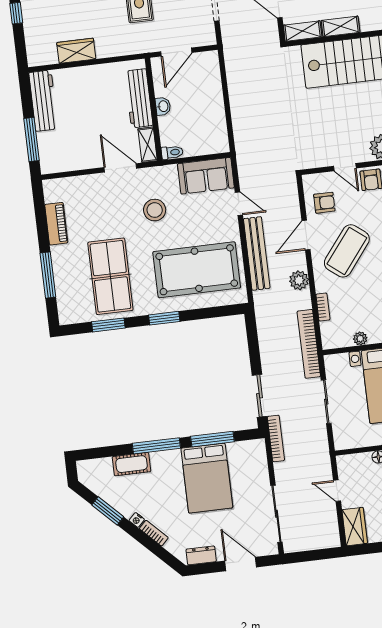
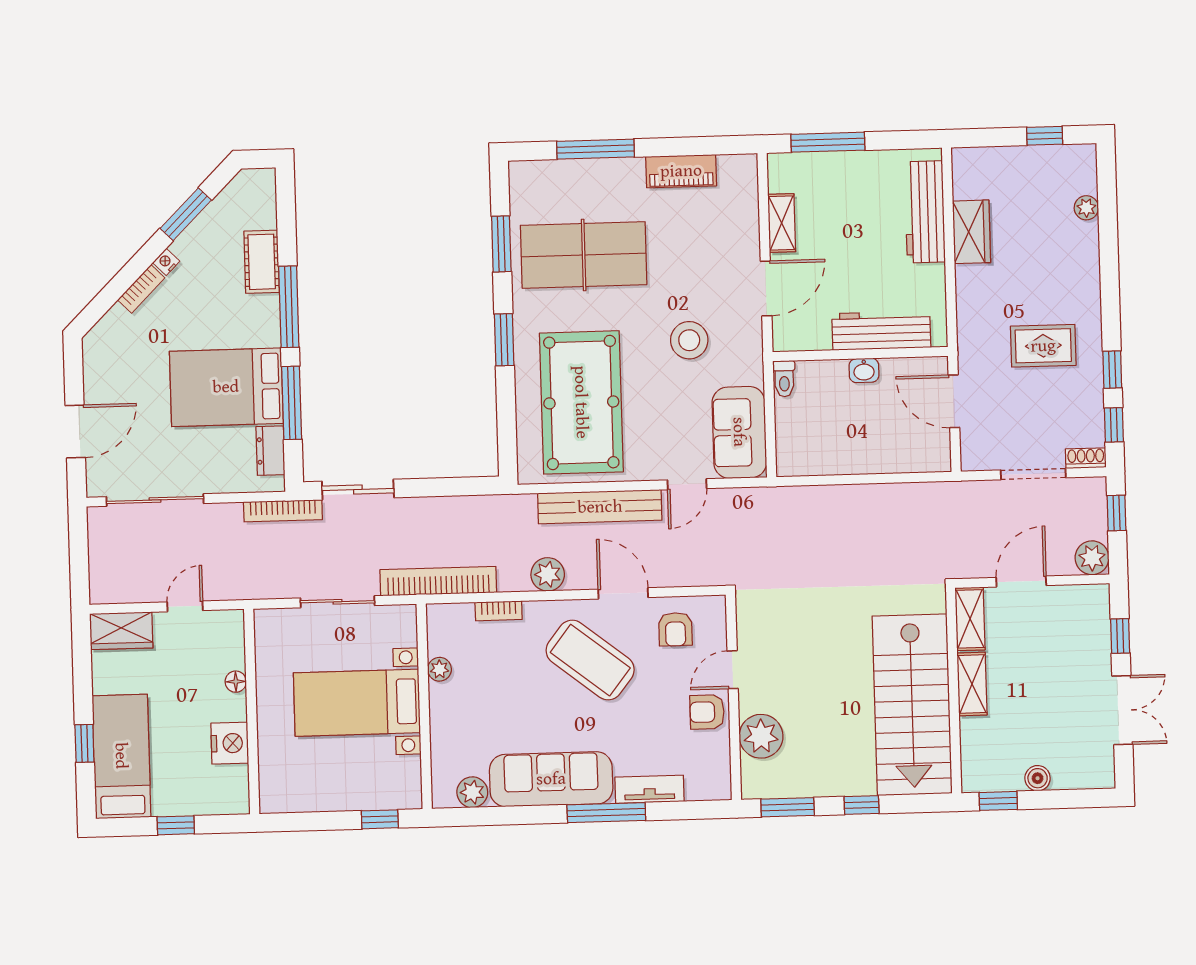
workbench: (43, 101) -> (925, 212), moved, turned 90
shelving: (148, 145) -> (782, 223), moved, turned 90
dresser: (201, 555) -> (270, 451), moved, turned 180

